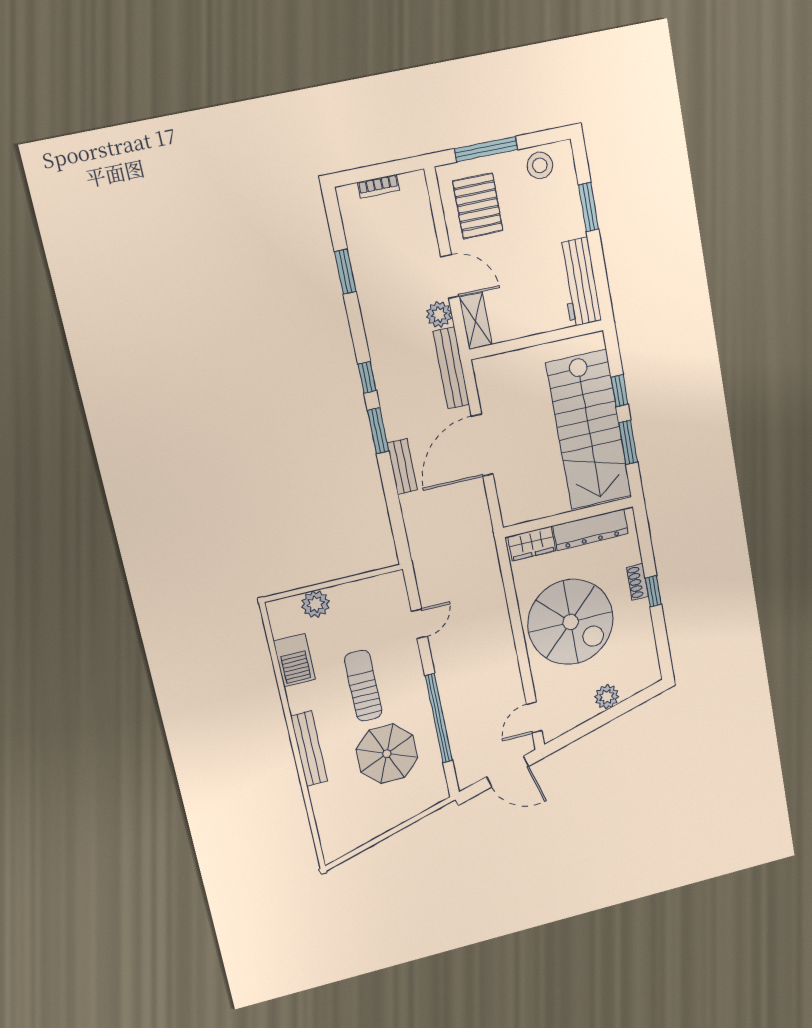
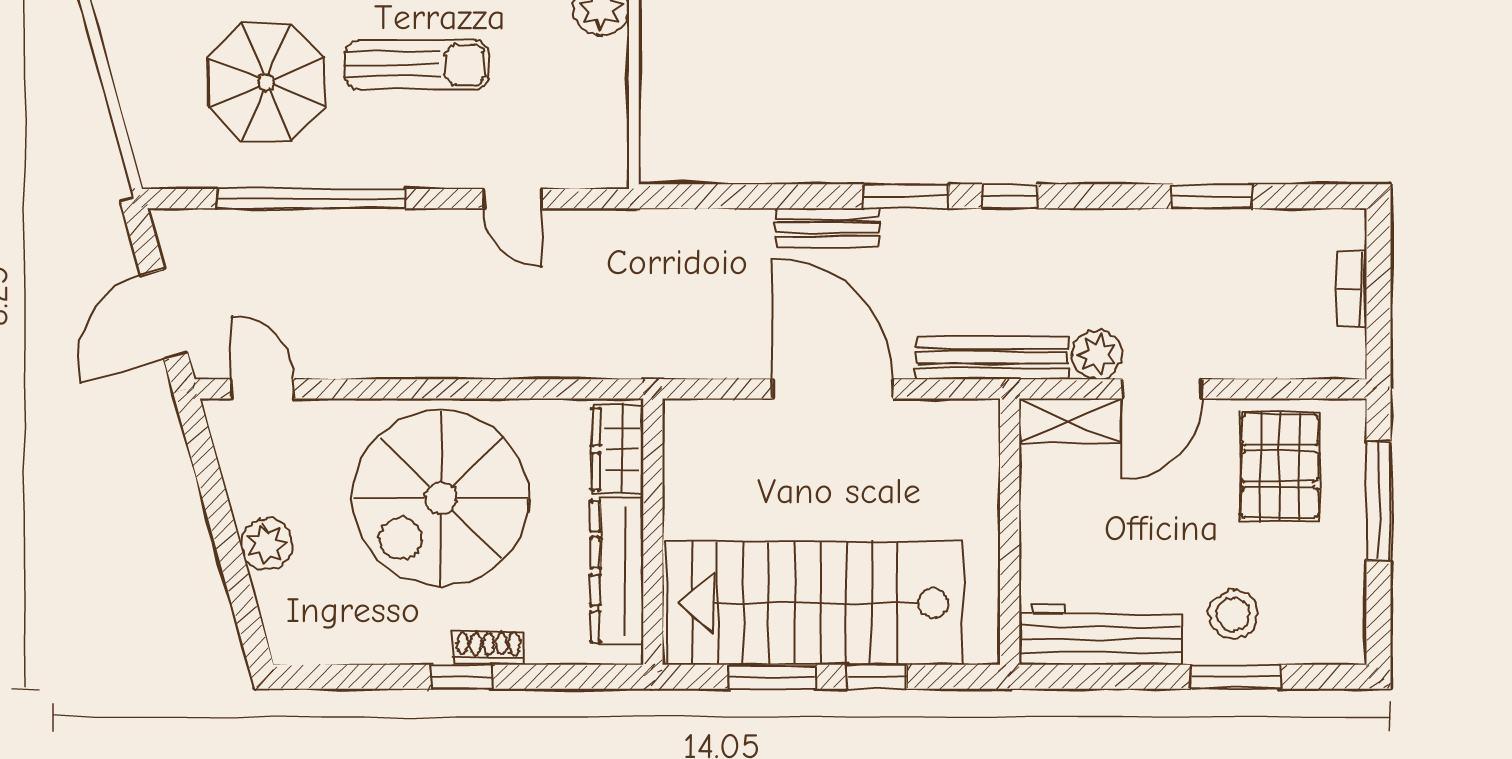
stool: (540, 165) -> (1233, 614), moved
pallet: (478, 206) -> (1280, 466), turned 90

